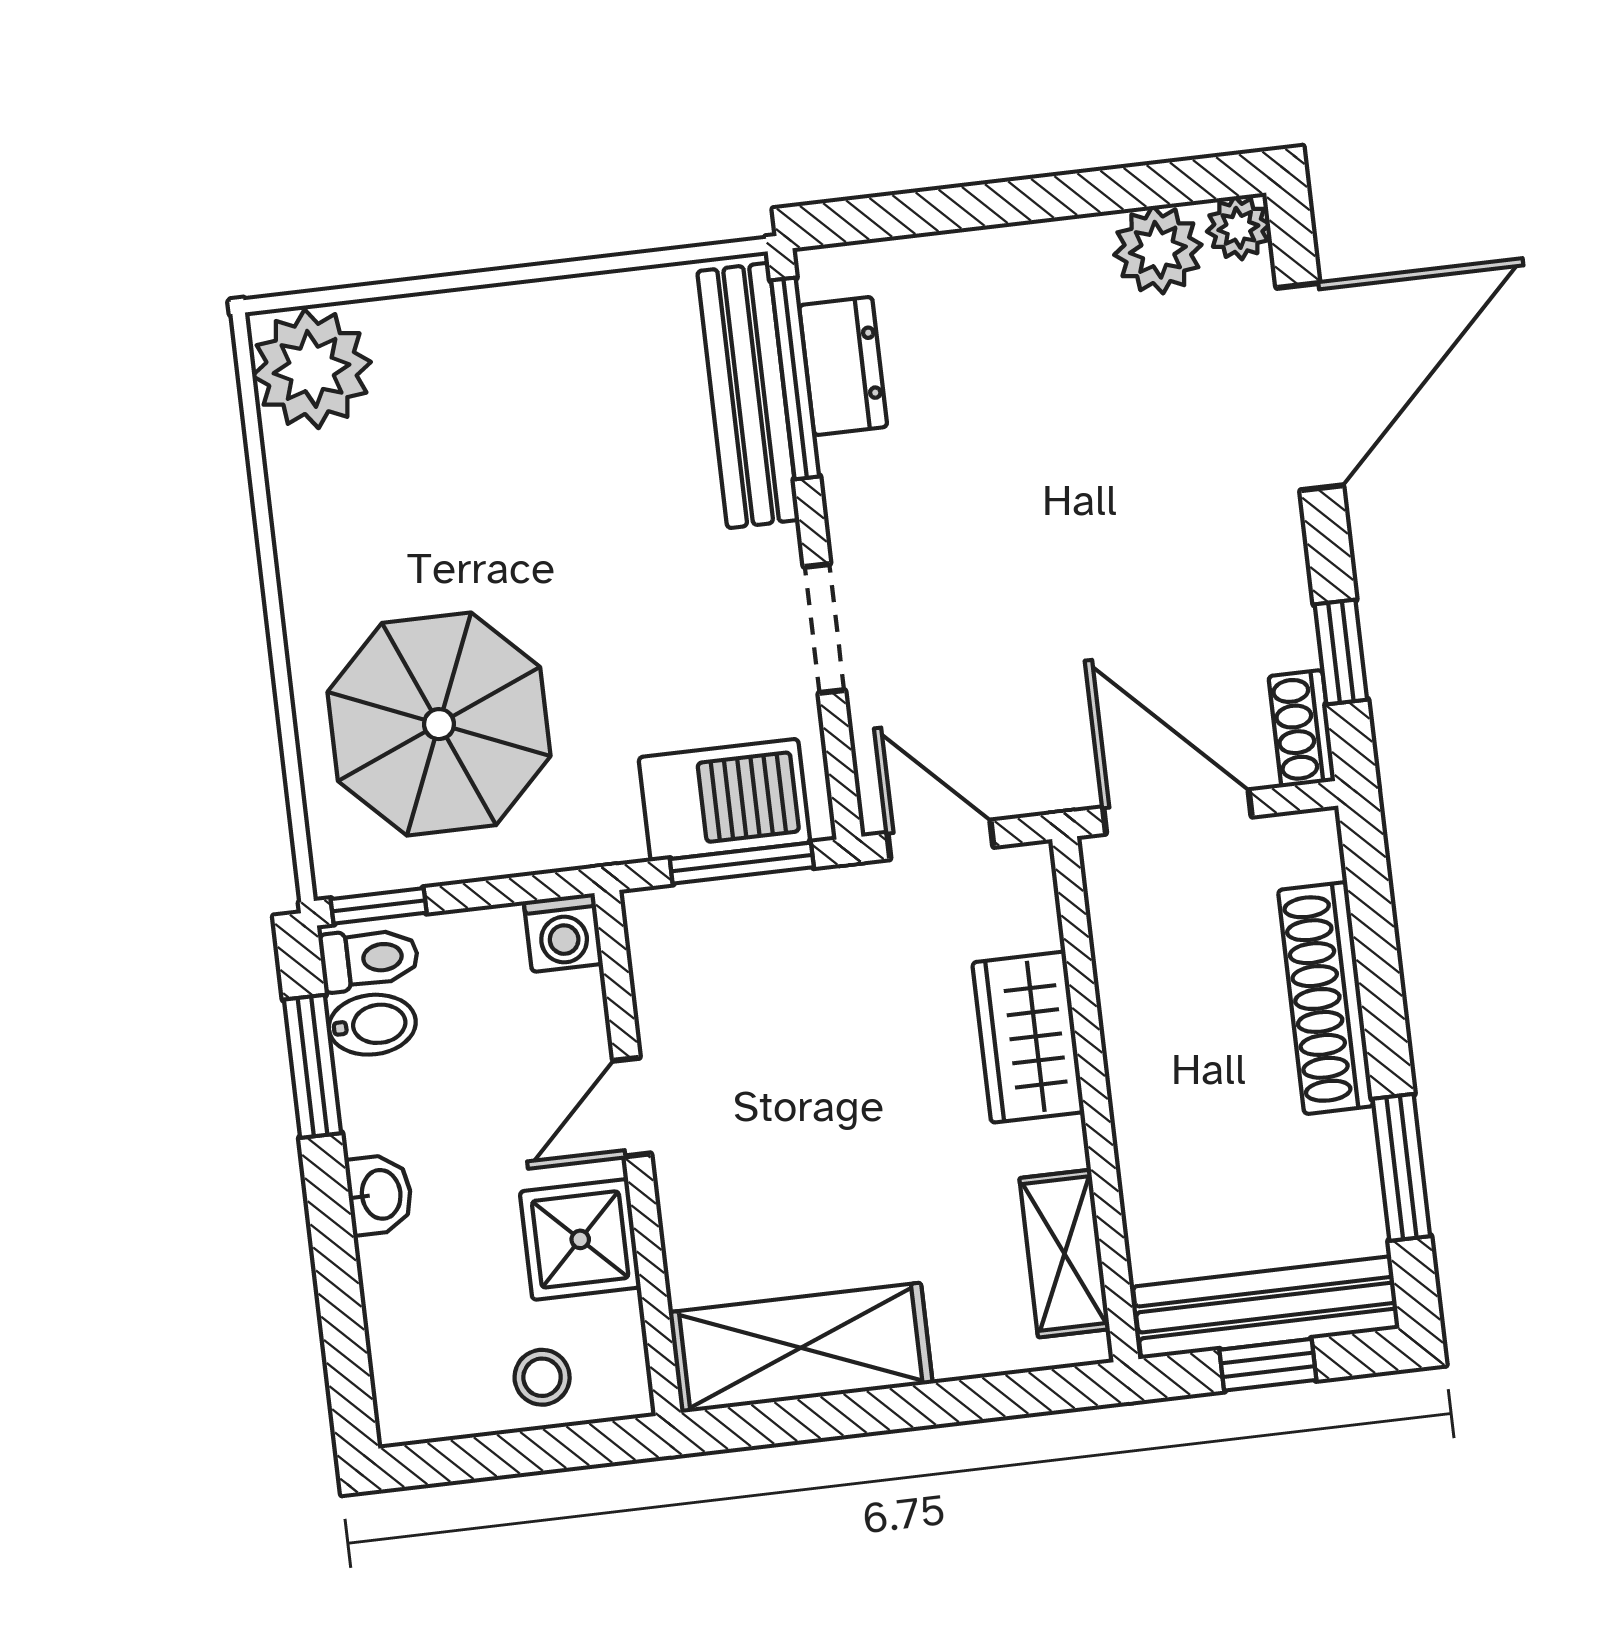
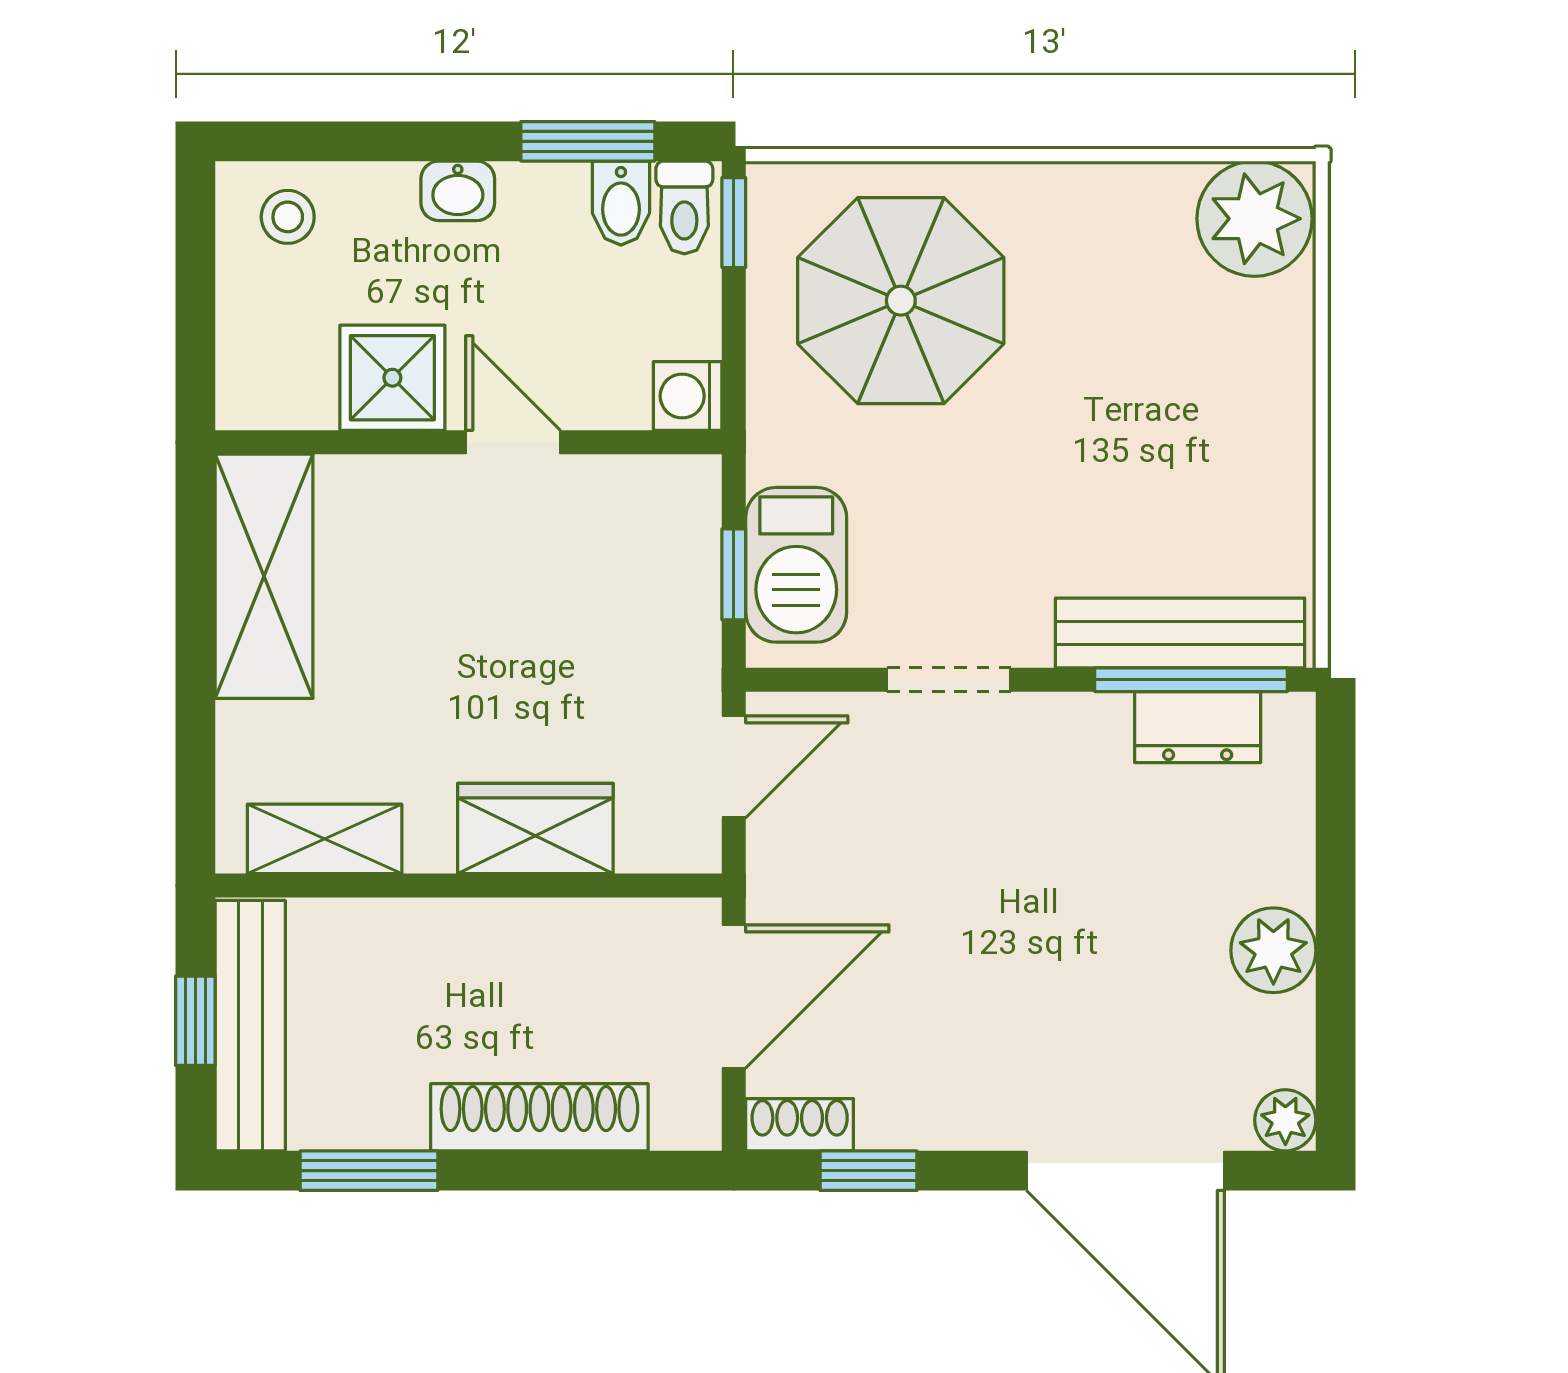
plant: (1158, 250) -> (1273, 950), moved
window: (742, 863) -> (734, 574), width x0.67
stool: (542, 1377) -> (288, 217), moved

